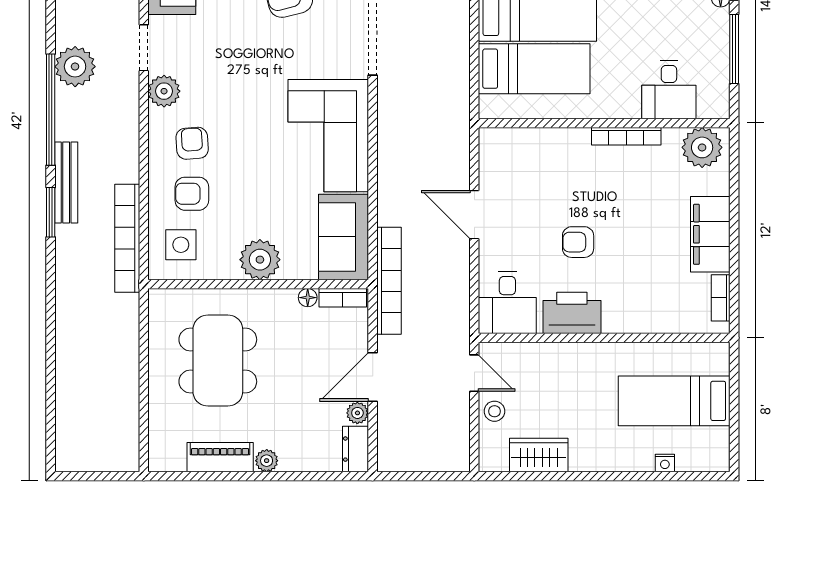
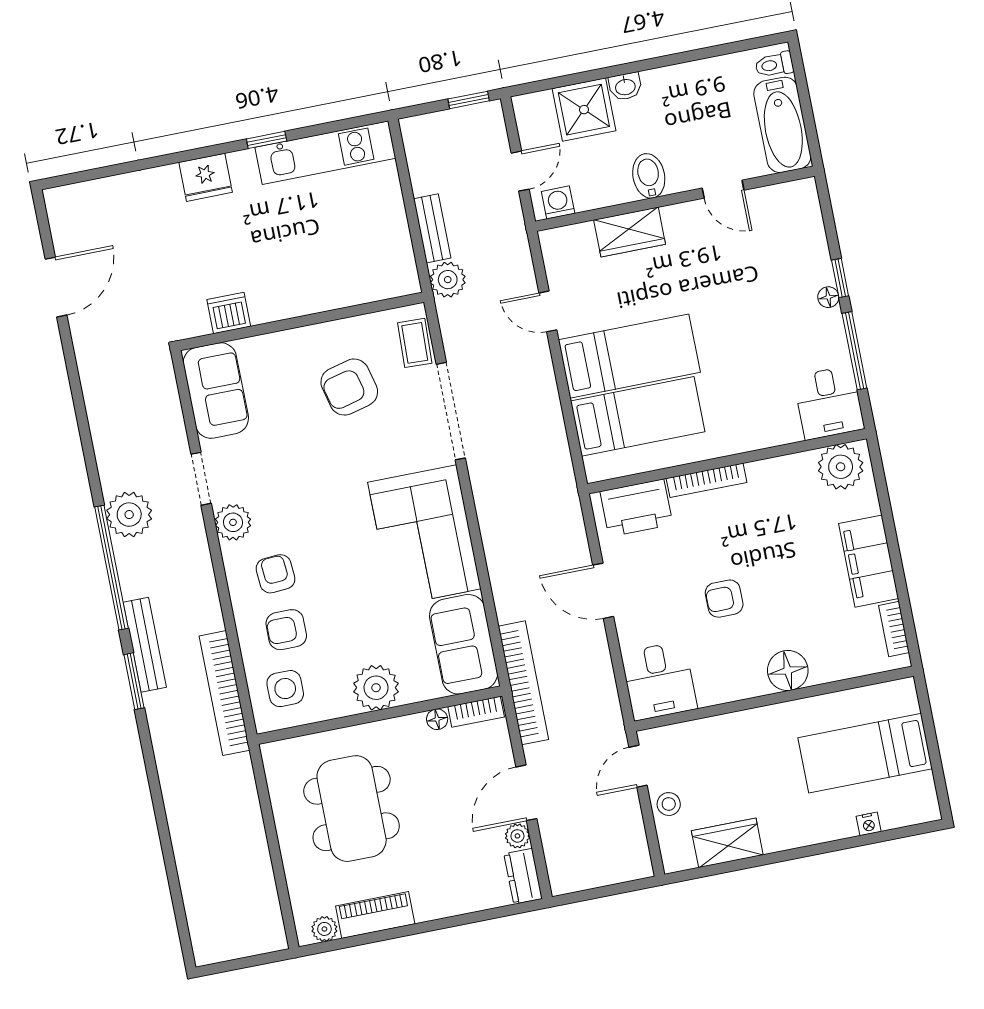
desk: (669, 90) -> (829, 403), moved
bookcase: (626, 136) -> (707, 480), moved
printer: (572, 313) -> (636, 508), moved, turned 180
floor lamp: (621, 316) -> (788, 671), added
door: (474, 373) -> (638, 766), swing flipped
plant: (267, 461) -> (324, 929), moved

